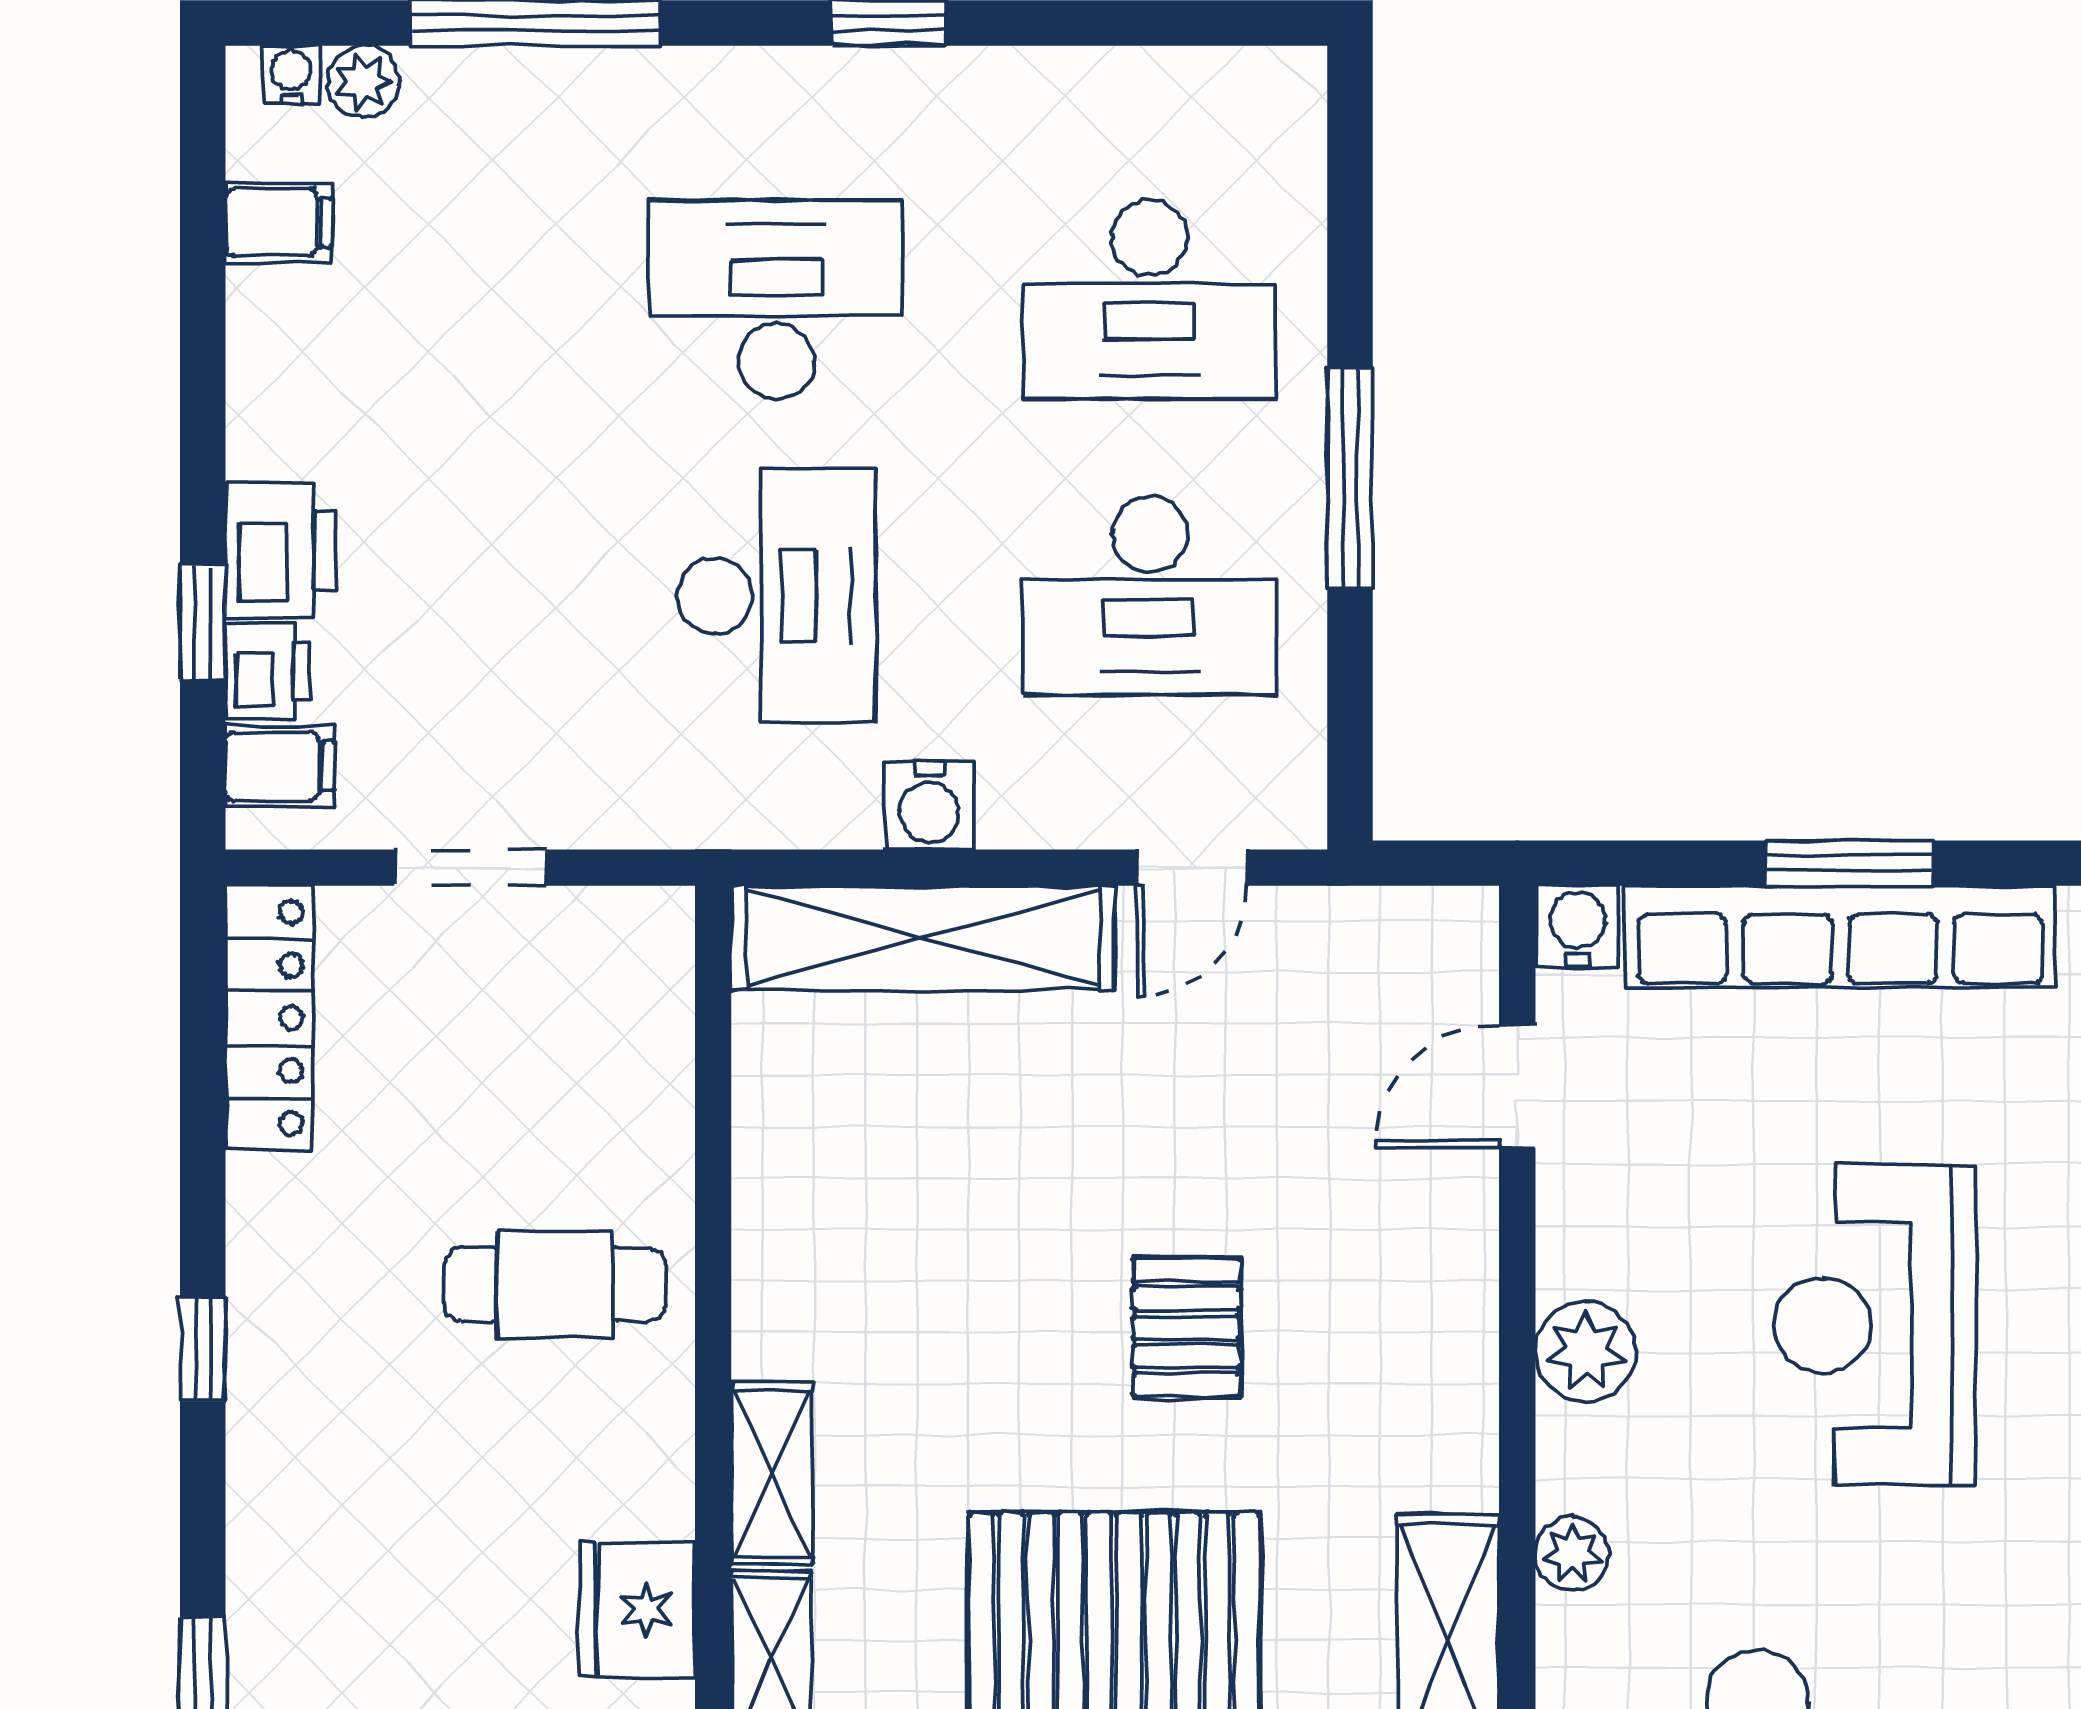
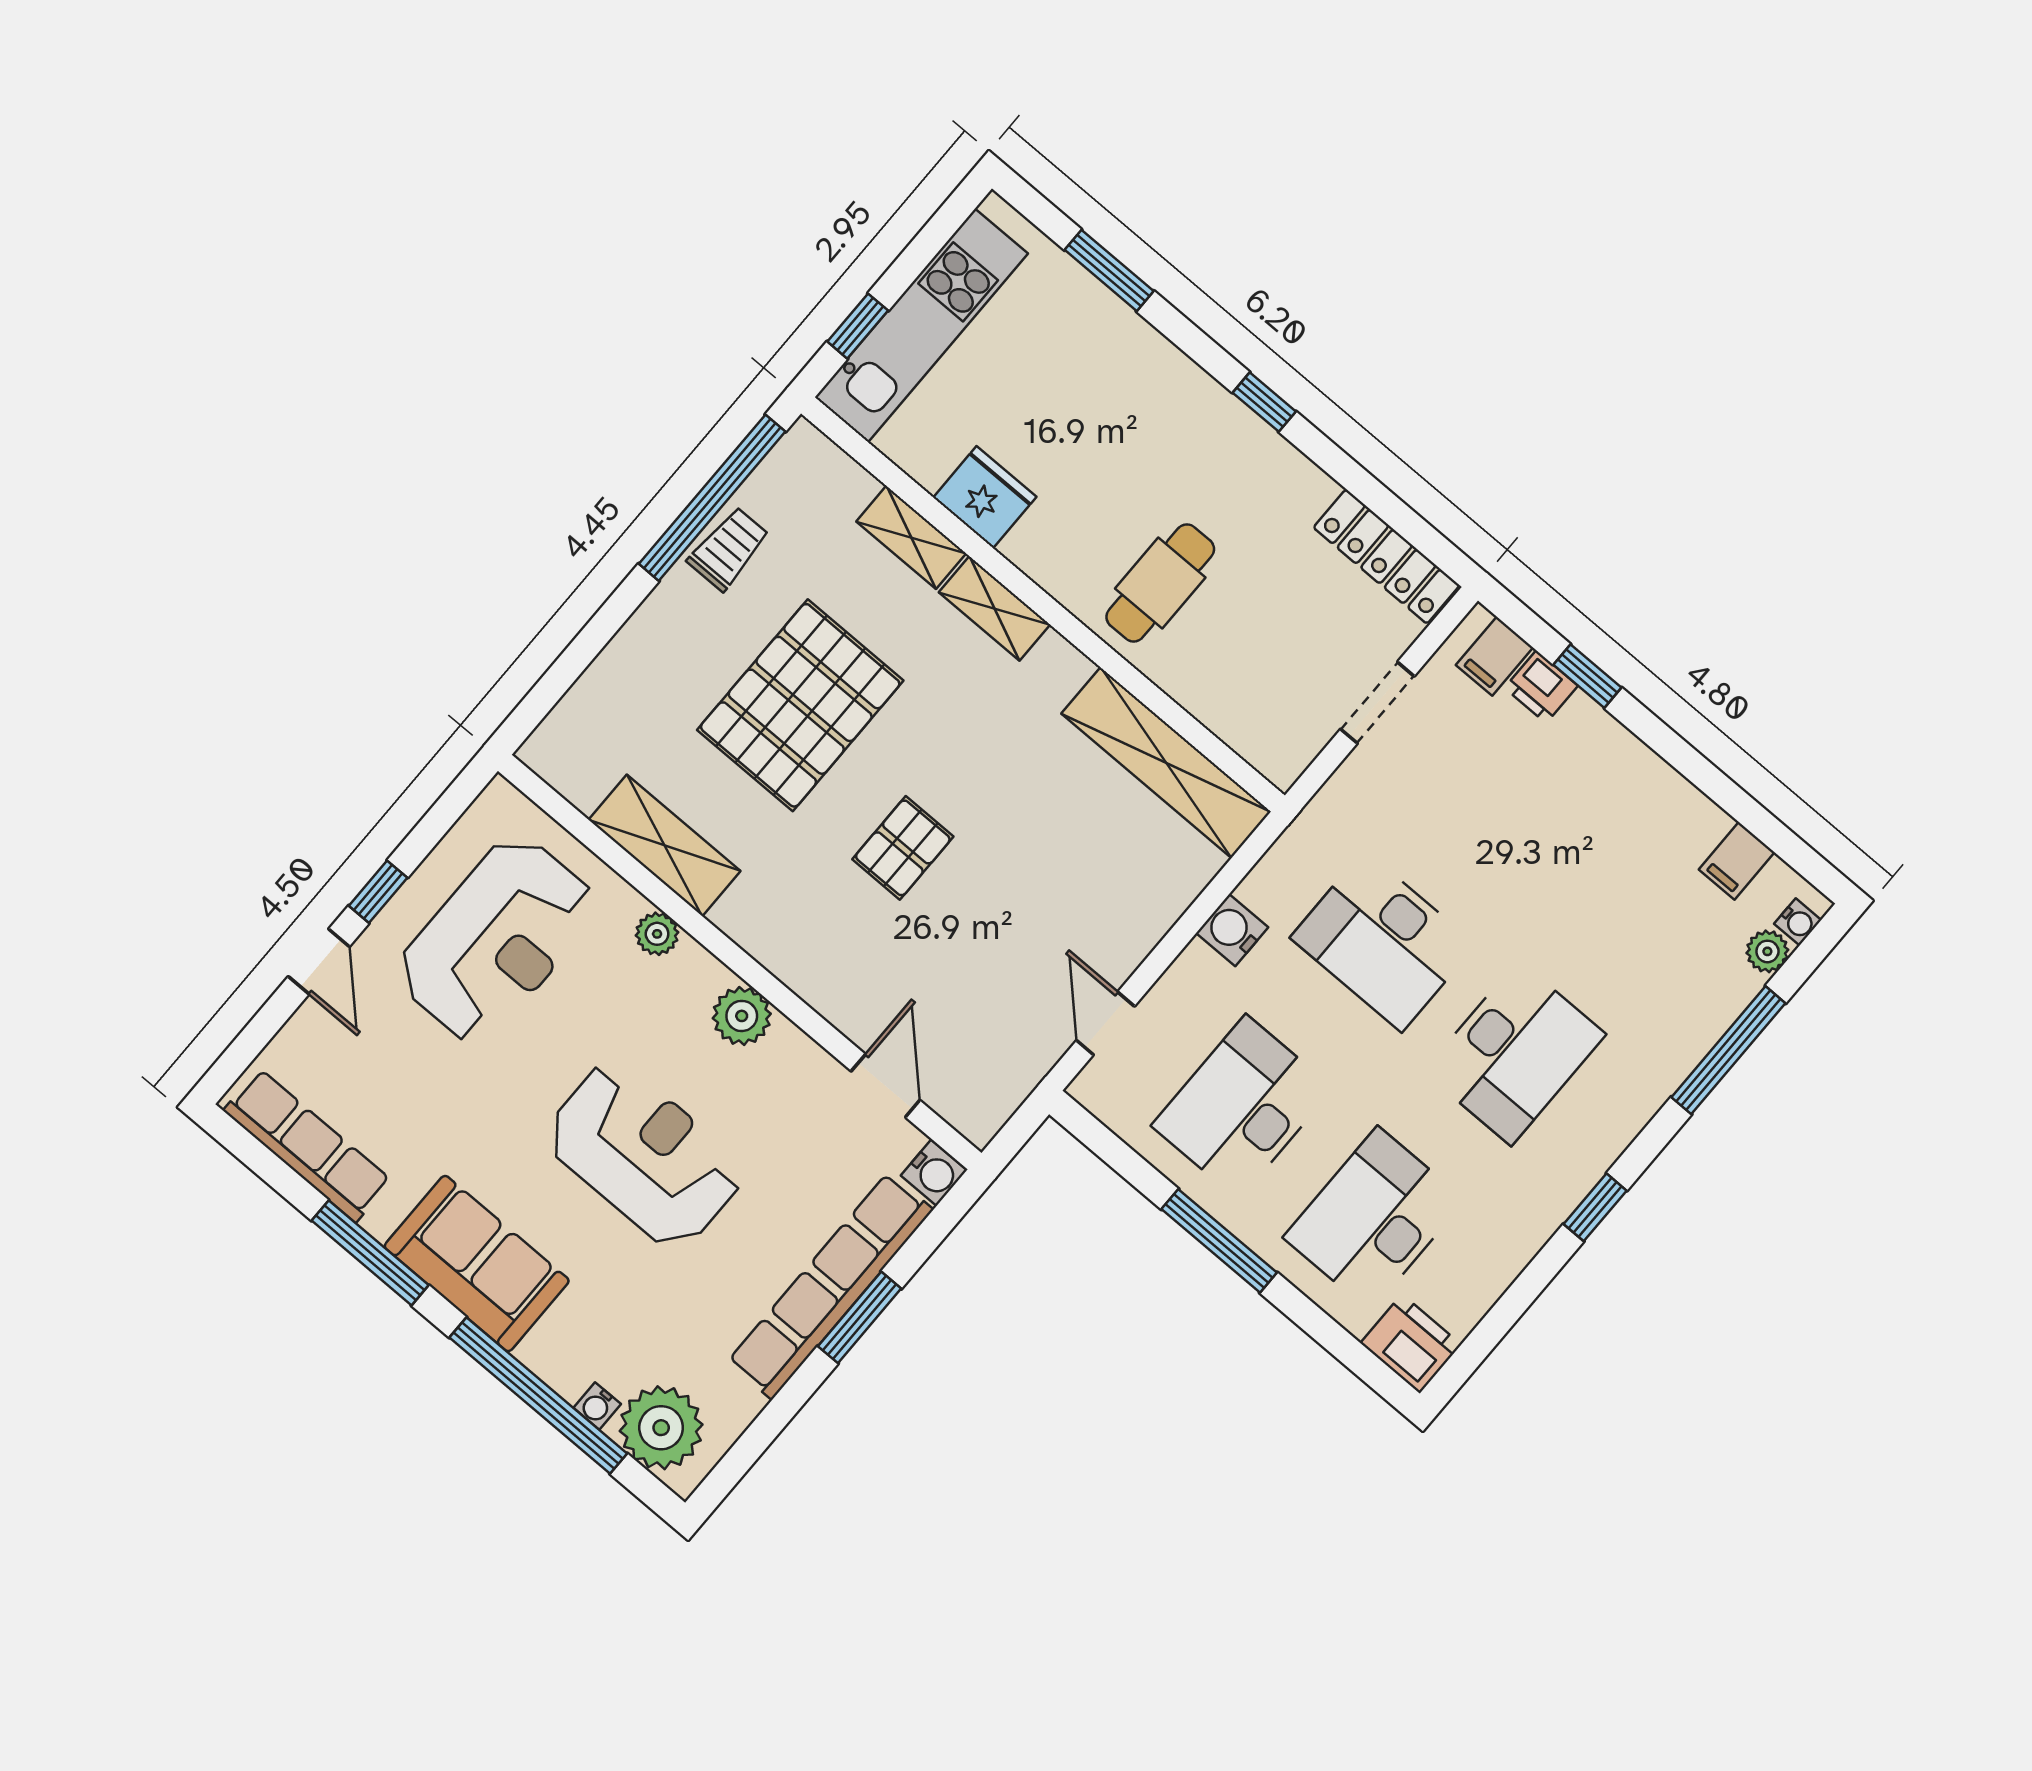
printer: (281, 550) -> (1411, 1344), moved, turned 180
shelving: (923, 938) -> (1166, 763), moved, turned 90
pallet: (1187, 1327) -> (903, 848), turned 90

